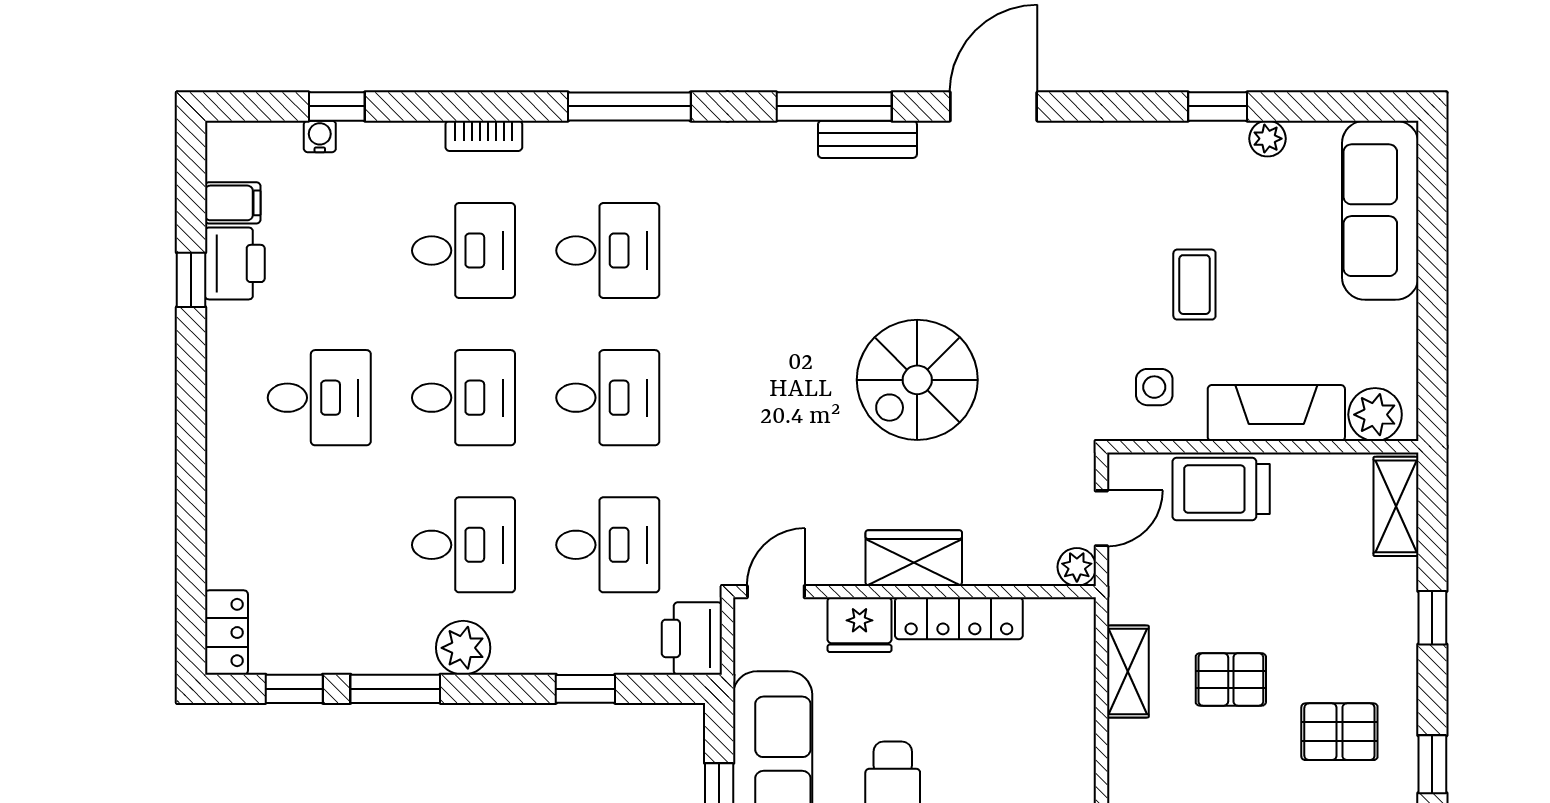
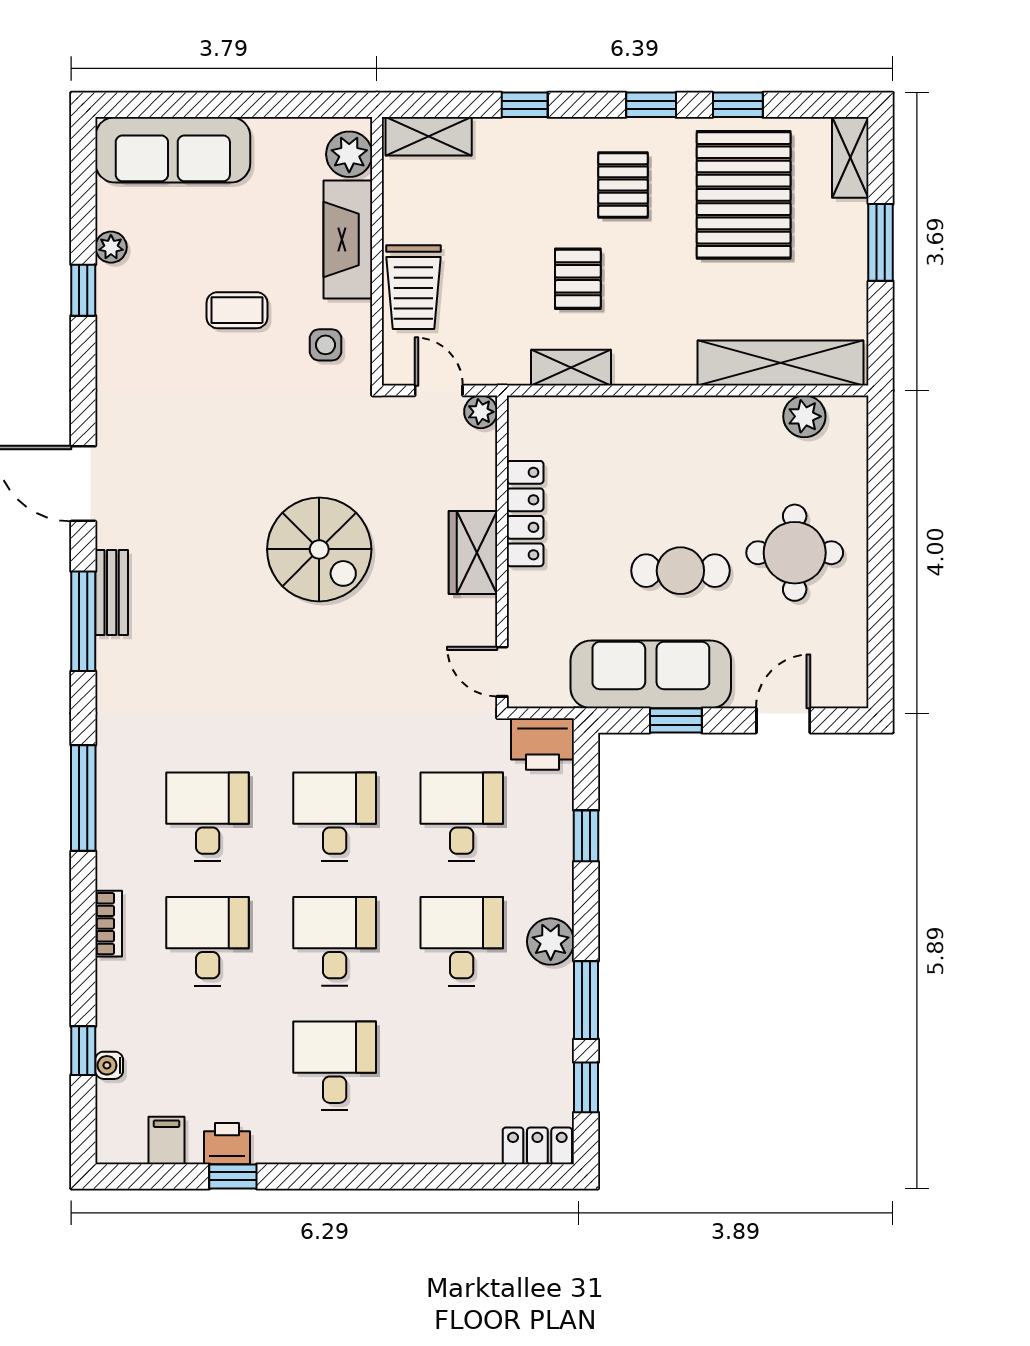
printer: (235, 263) -> (227, 1144), width x0.73, depth x0.81
fridge: (860, 625) -> (531, 599), removed

